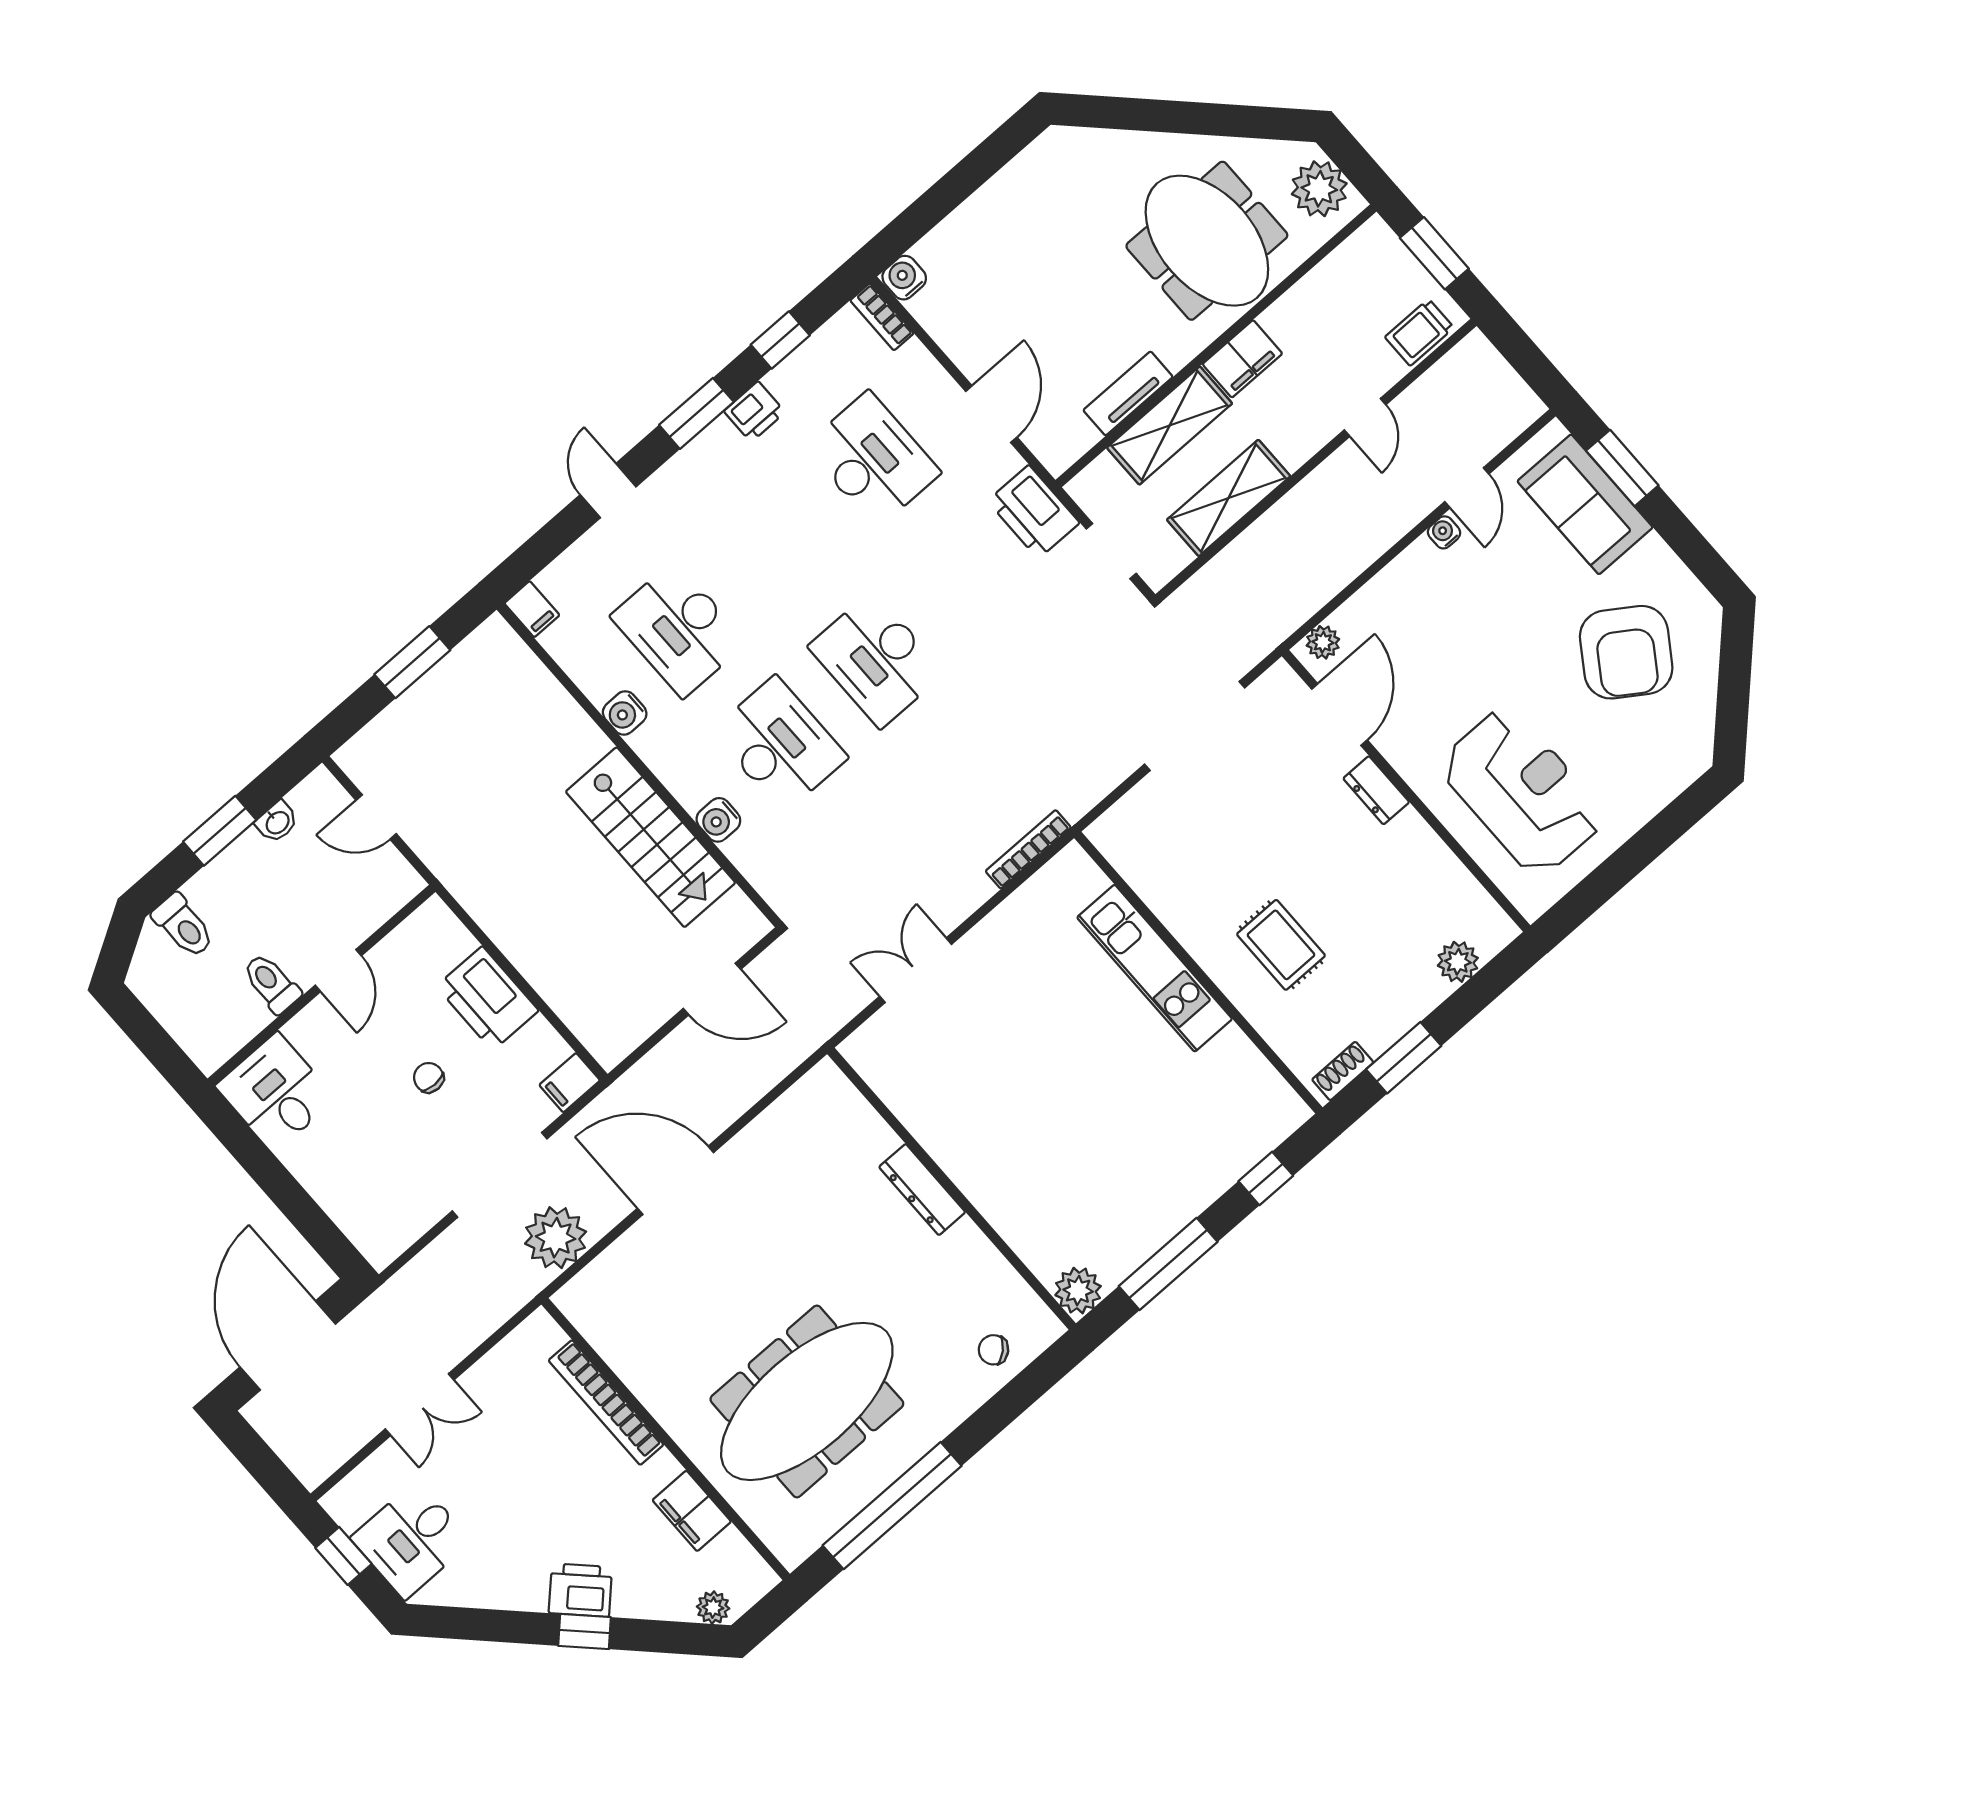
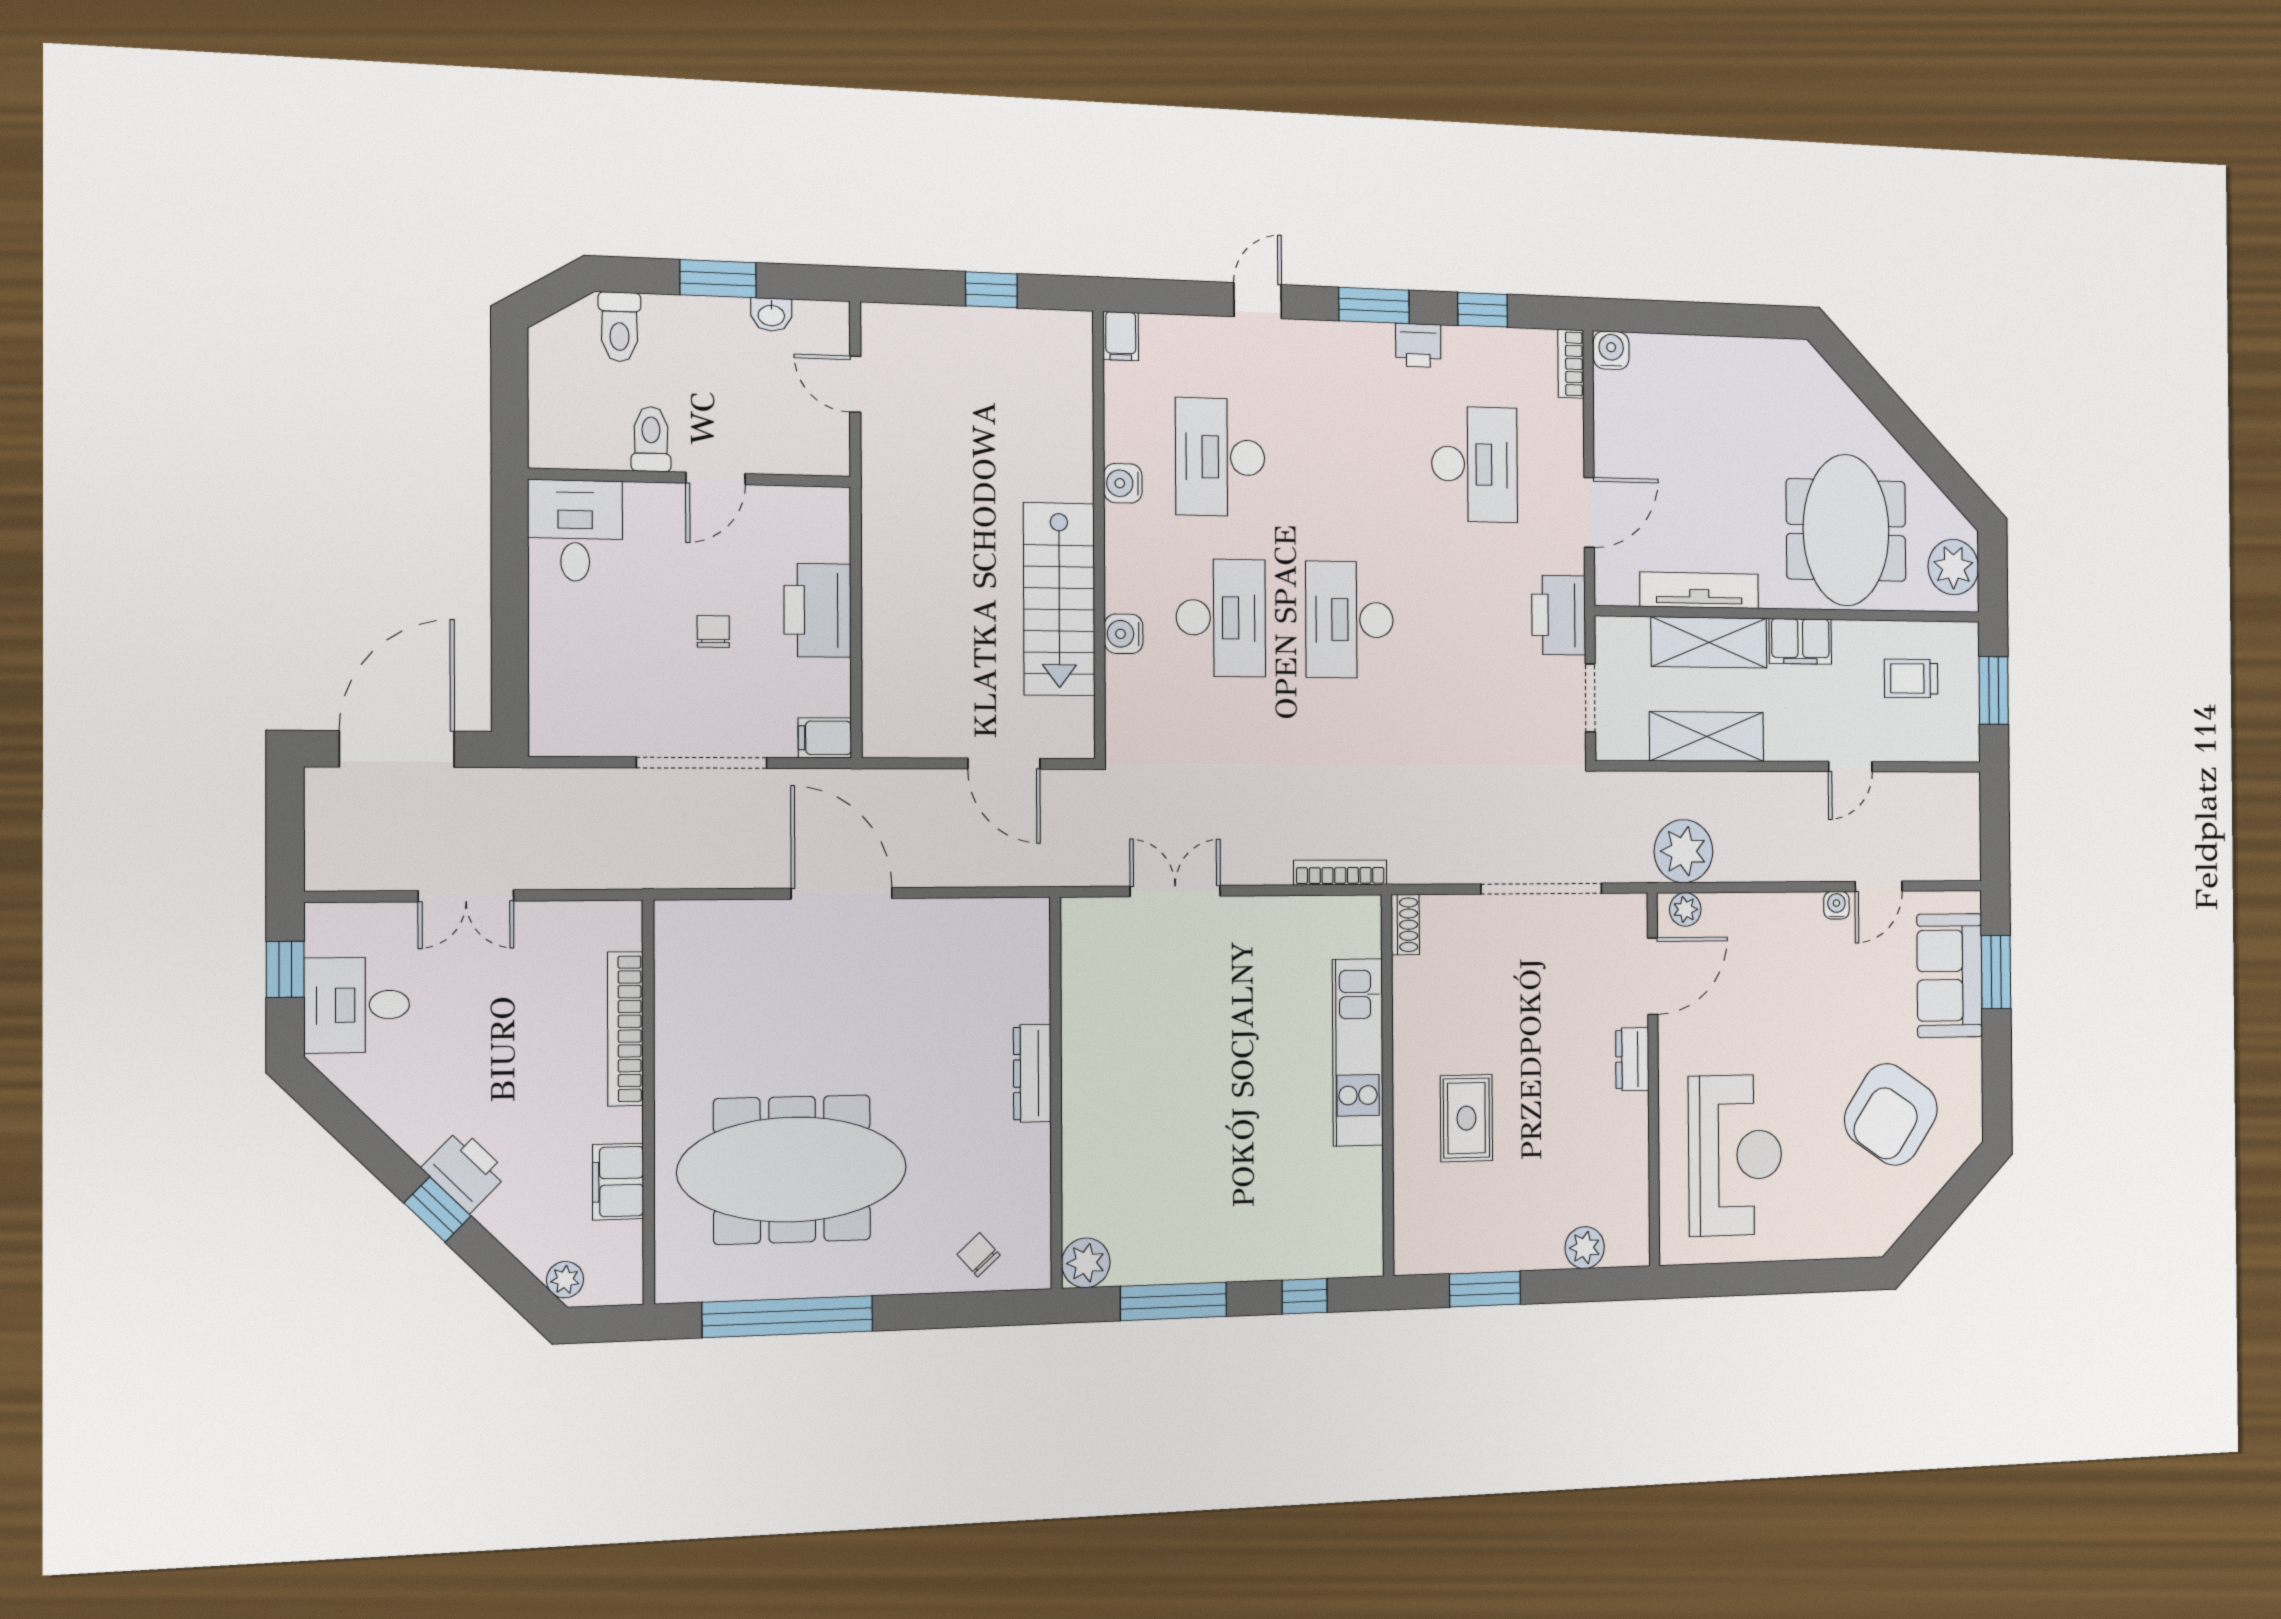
trolley: (1419, 332) -> (1911, 679), moved
tv unit: (1128, 393) -> (1699, 590), width x1.41
window: (412, 662) -> (991, 290), width x0.67
shoe rack: (1343, 1071) -> (1405, 925), moved, turned 90
plant: (556, 1238) -> (1683, 851), moved

